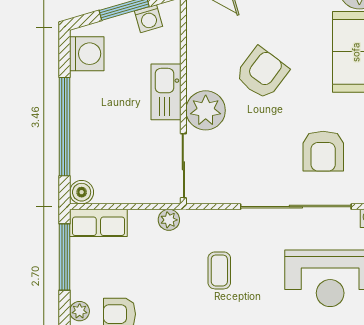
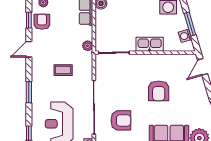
armchair: (262, 73) -> (159, 91), turned 53
plant: (206, 110) -> (141, 63), removed
armchair: (323, 151) -> (121, 120), turned 180

